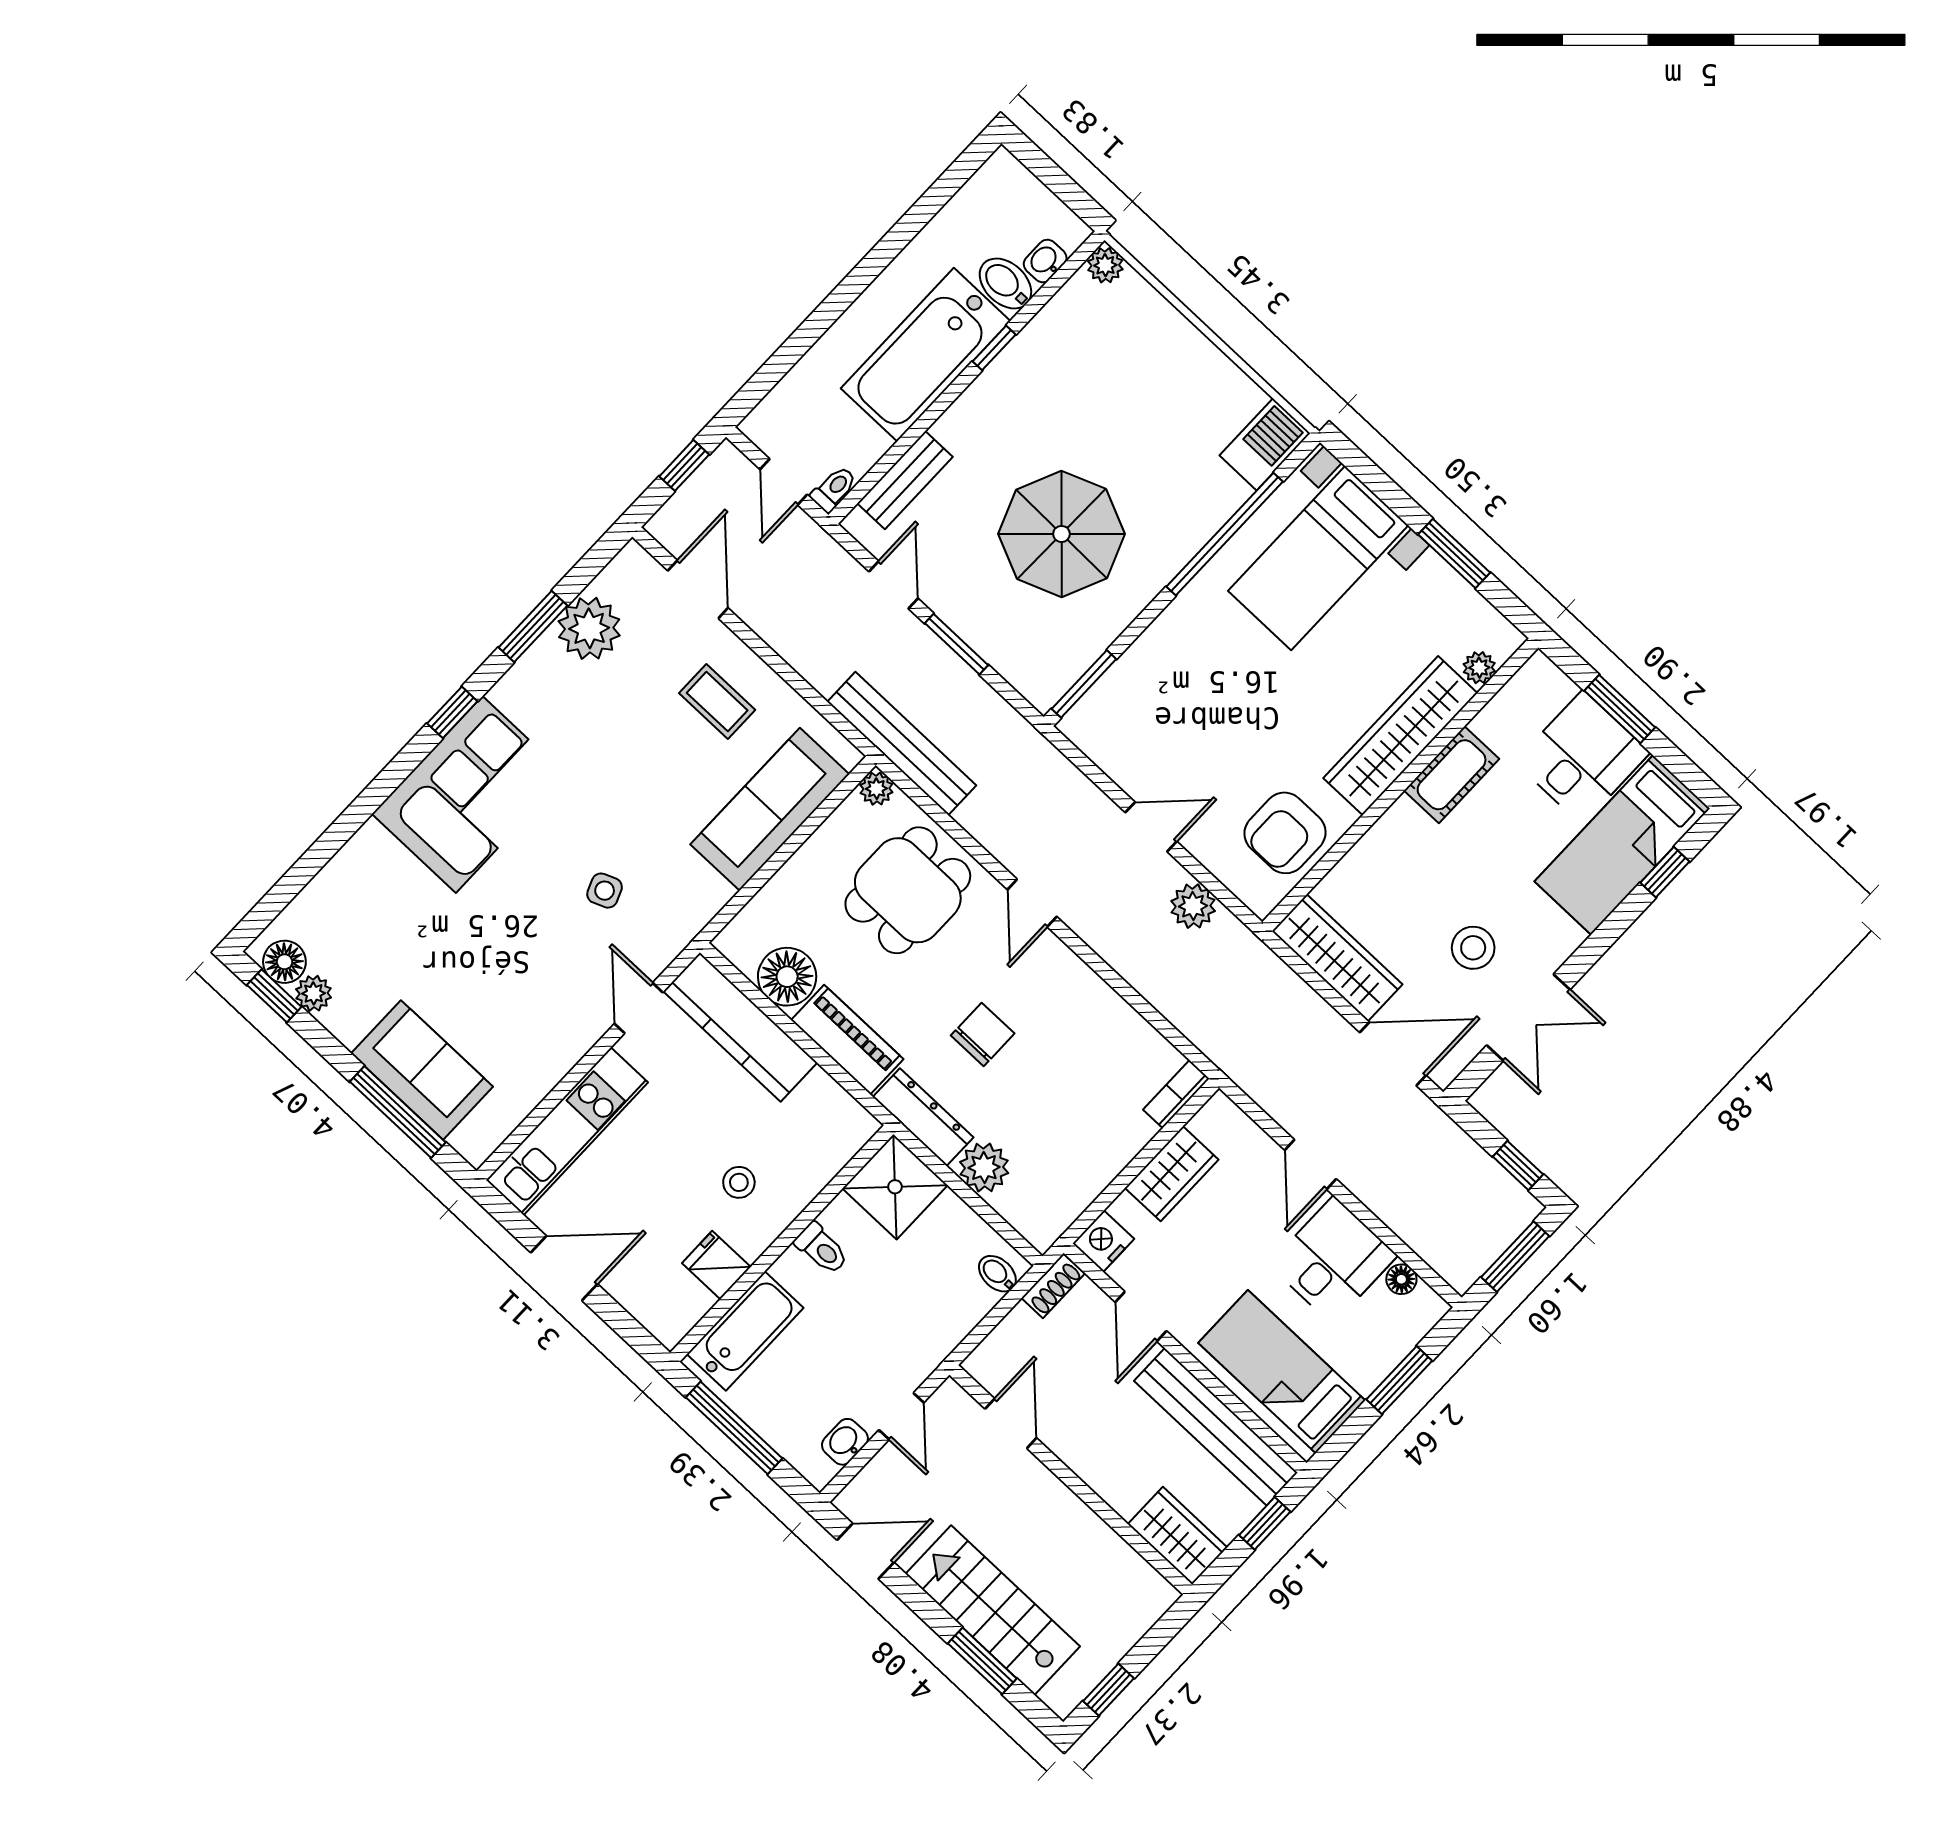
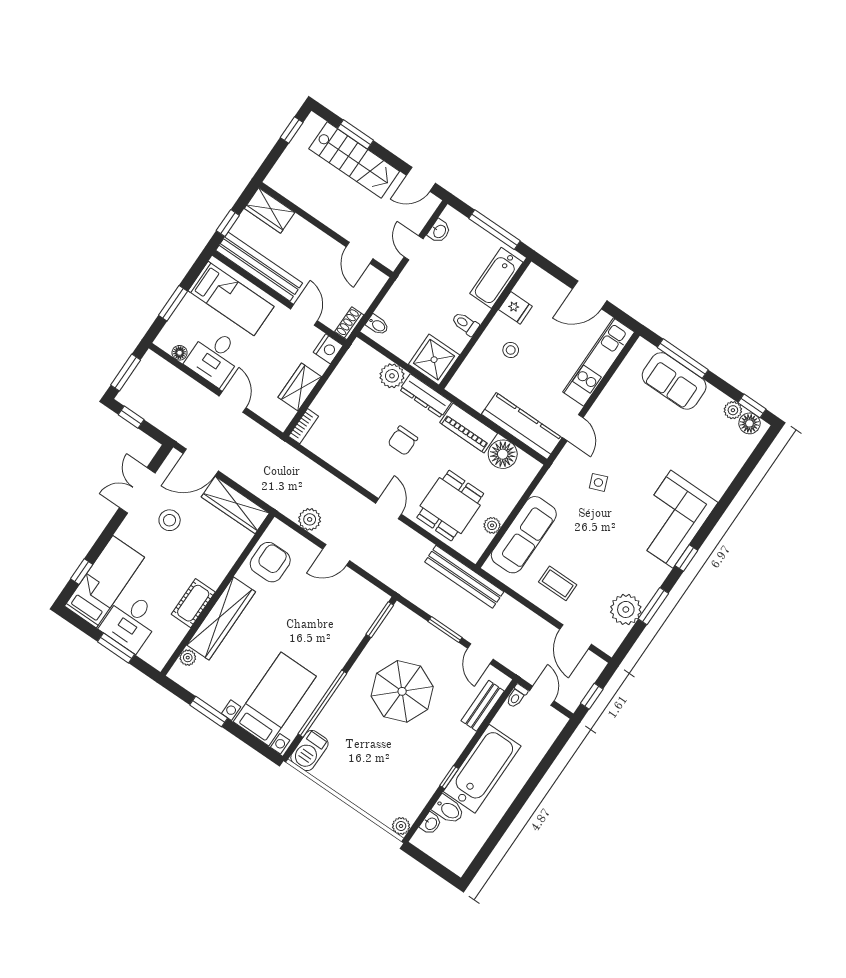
plant: (876, 789) -> (492, 525), moved

